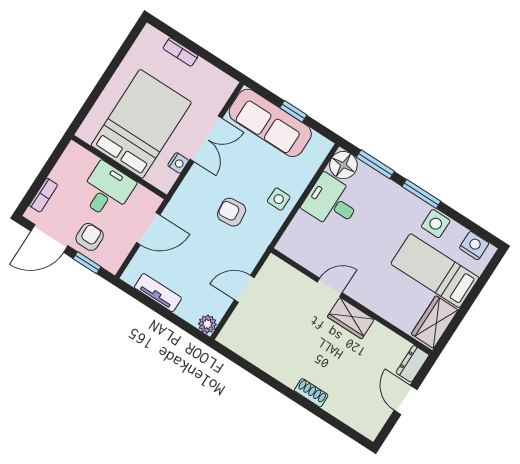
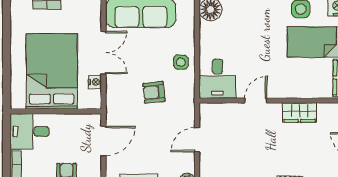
desk: (107, 190) -> (30, 131), moved, turned -90
desk: (332, 202) -> (217, 79), moved, turned -90
wardrobe: (351, 318) -> (300, 113), moved

